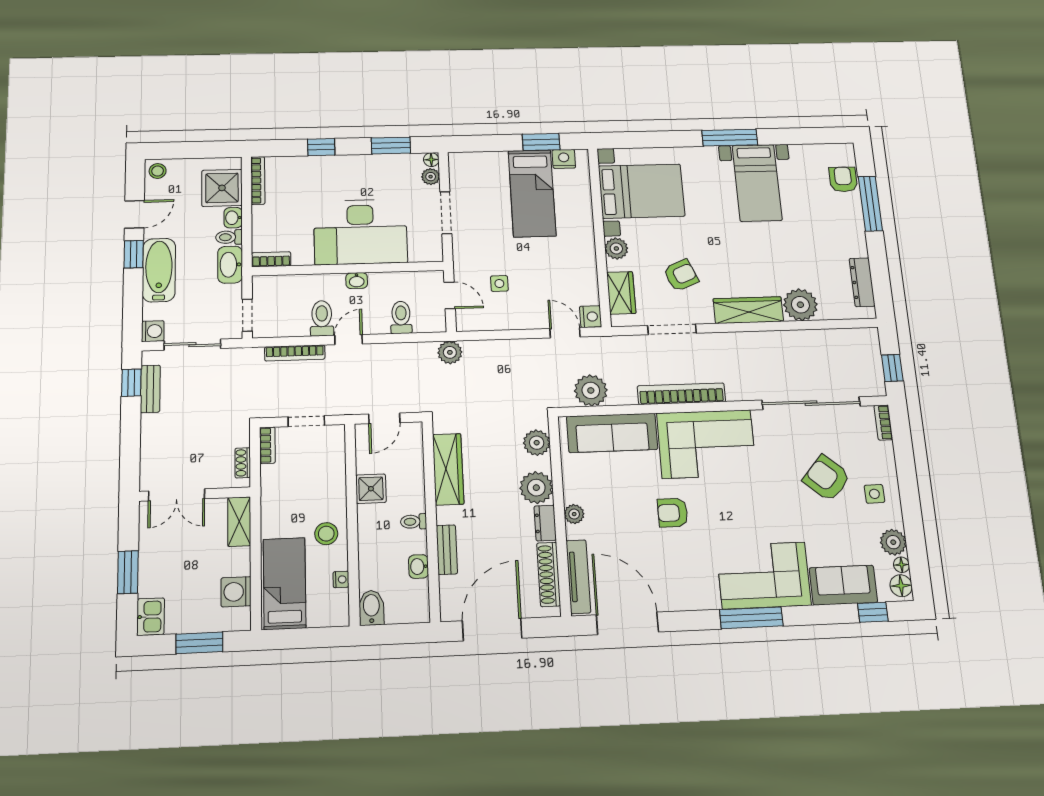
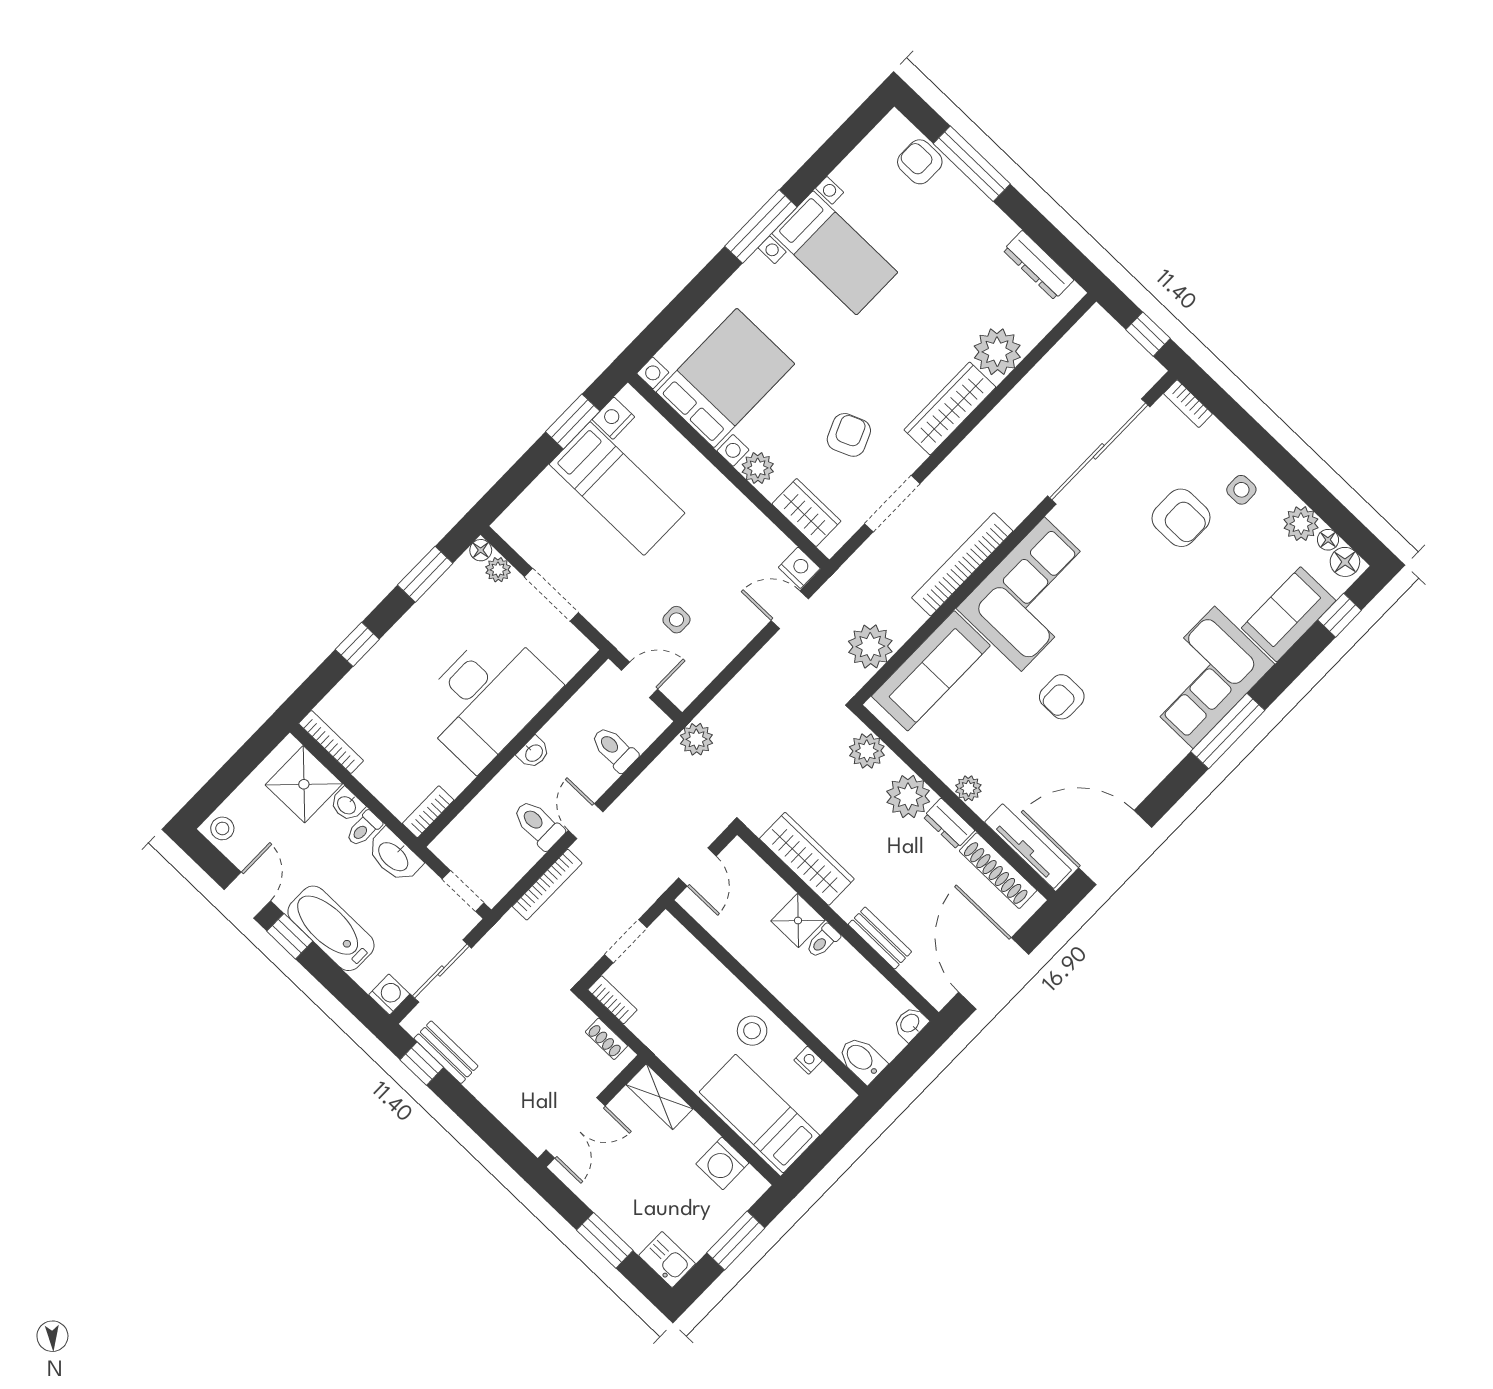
armchair: (827, 478) -> (1181, 518), turned -131
shower: (371, 489) -> (798, 921), moved
washbasin: (419, 566) -> (910, 1024), moved, turned 90

